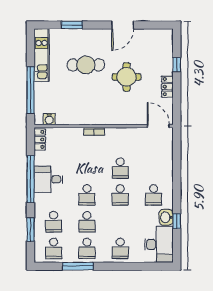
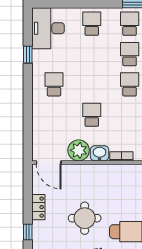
plant: (132, 137) -> (79, 150), added
school desk: (120, 195) -> (92, 84), removed
washbasin: (166, 217) -> (100, 153), moved, turned -90

